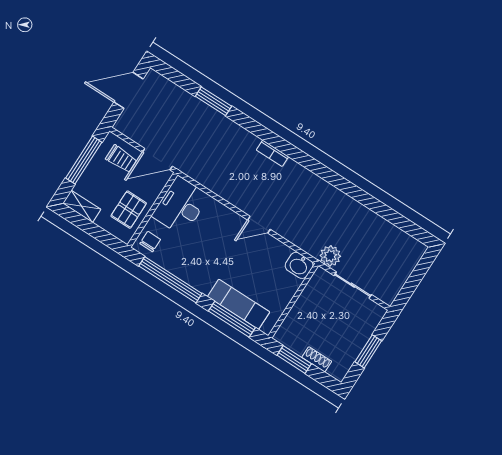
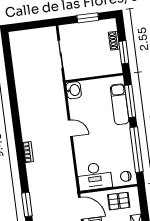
plant: (330, 256) -> (55, 78), removed

